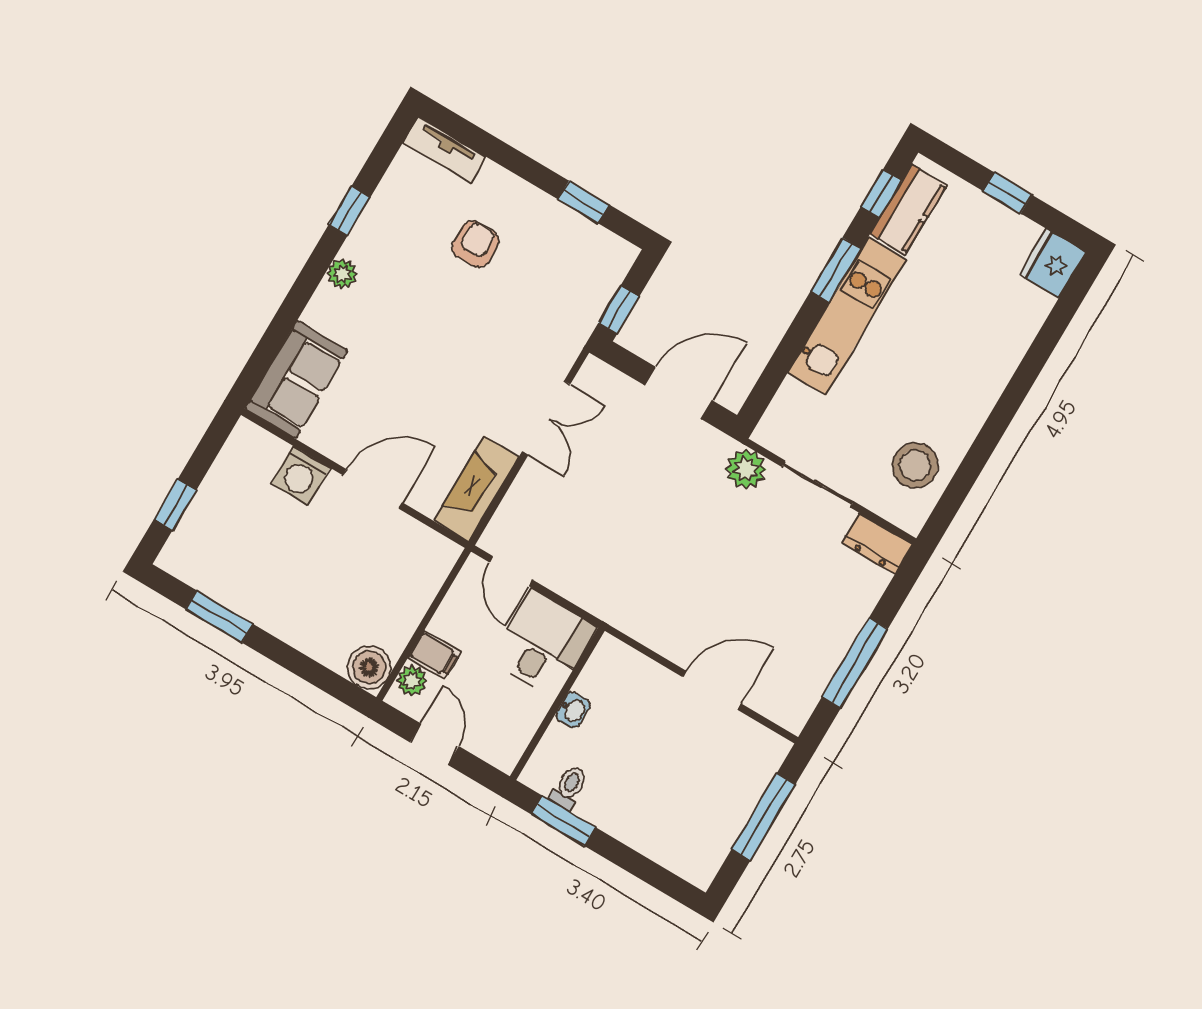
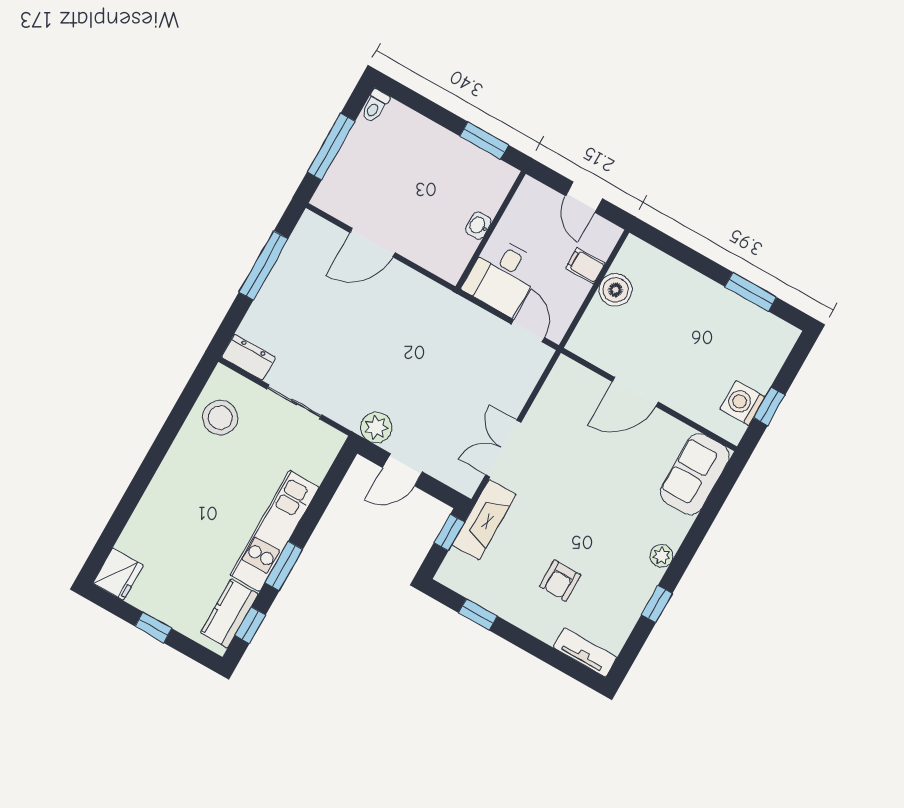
door: (678, 393) -> (402, 470), width x0.73
plant: (746, 469) -> (376, 427), moved
washing machine: (301, 476) -> (742, 403), moved, turned -90
fireplace: (476, 489) -> (484, 520), moved
window: (175, 505) -> (769, 406), moved
boiler: (369, 667) -> (615, 290), moved
plant: (412, 681) -> (602, 245), removed
toilet: (569, 787) -> (375, 106), moved

